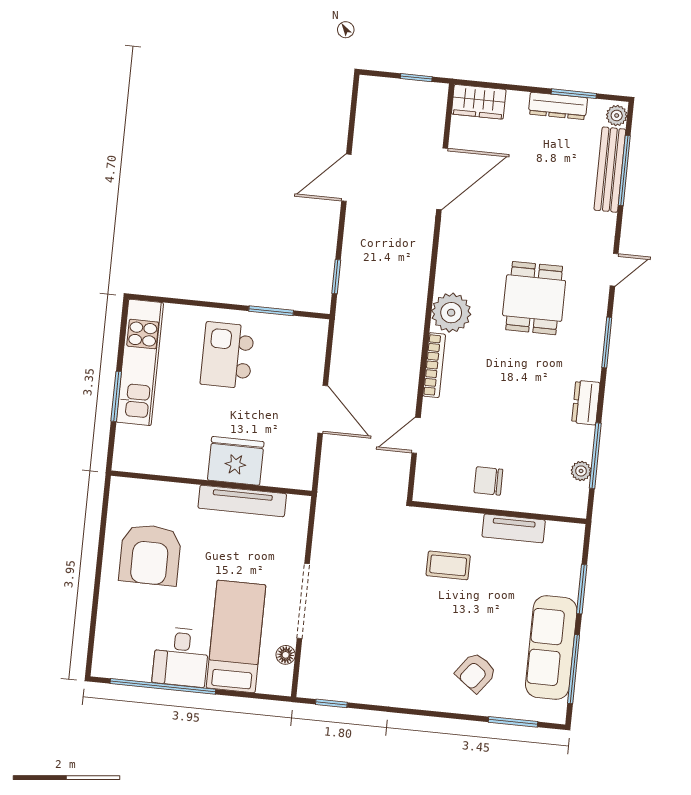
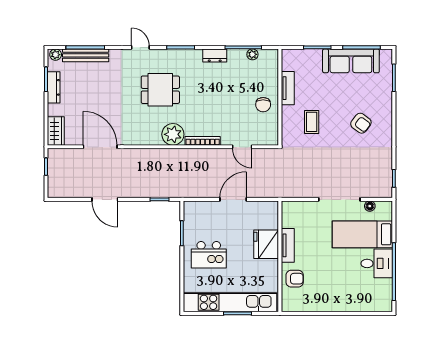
kitchen unit: (140, 362) -> (230, 302), width x1.36
tv unit: (242, 501) -> (288, 245), width x0.71
armchair: (150, 555) -> (295, 279), moved, width x0.53, depth x0.53
armchair: (476, 672) -> (361, 123), moved

